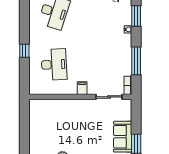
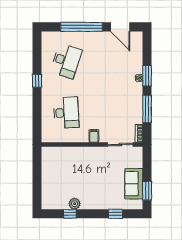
window: (136, 16) -> (147, 76), moved
window: (24, 51) -> (37, 81), moved

